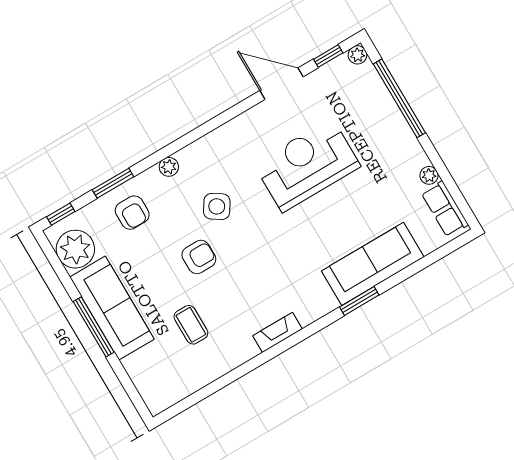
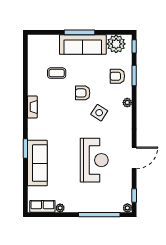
door: (282, 84) -> (134, 158), moved
armchair: (199, 257) -> (83, 93), turned 90

